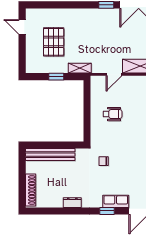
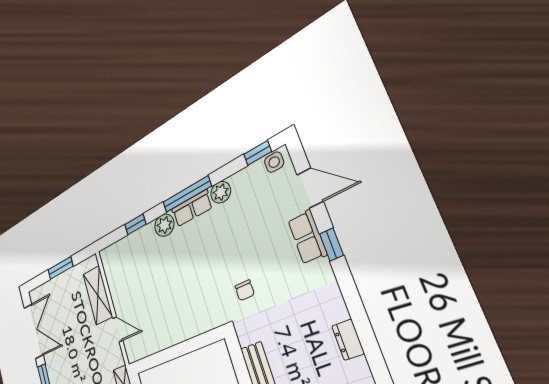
wheelchair: (113, 114) -> (170, 308), removed
dresser: (72, 203) -> (348, 340), moved

